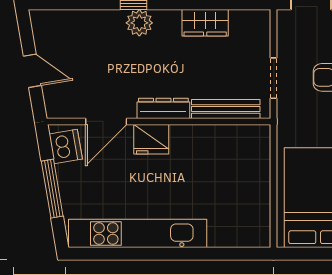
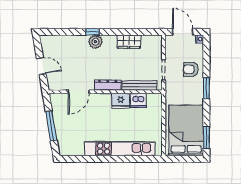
fridge: (151, 139) -> (121, 101), moved
dishwasher: (66, 147) -> (138, 100), moved, turned 100
kitchen unit: (138, 233) -> (120, 149), moved

